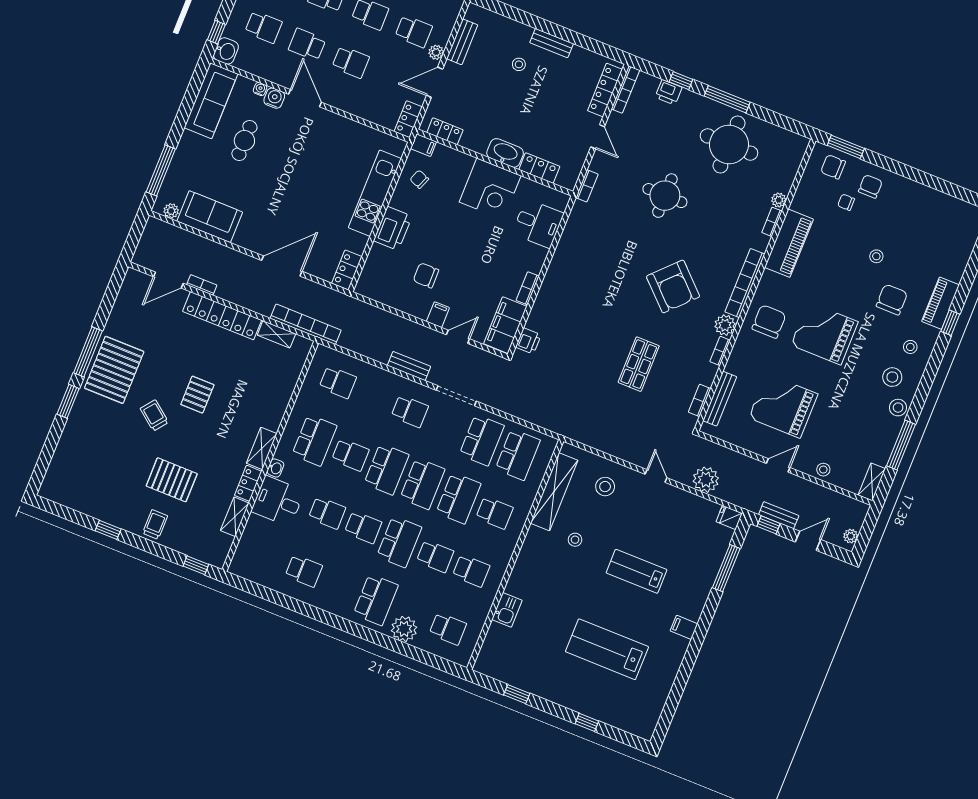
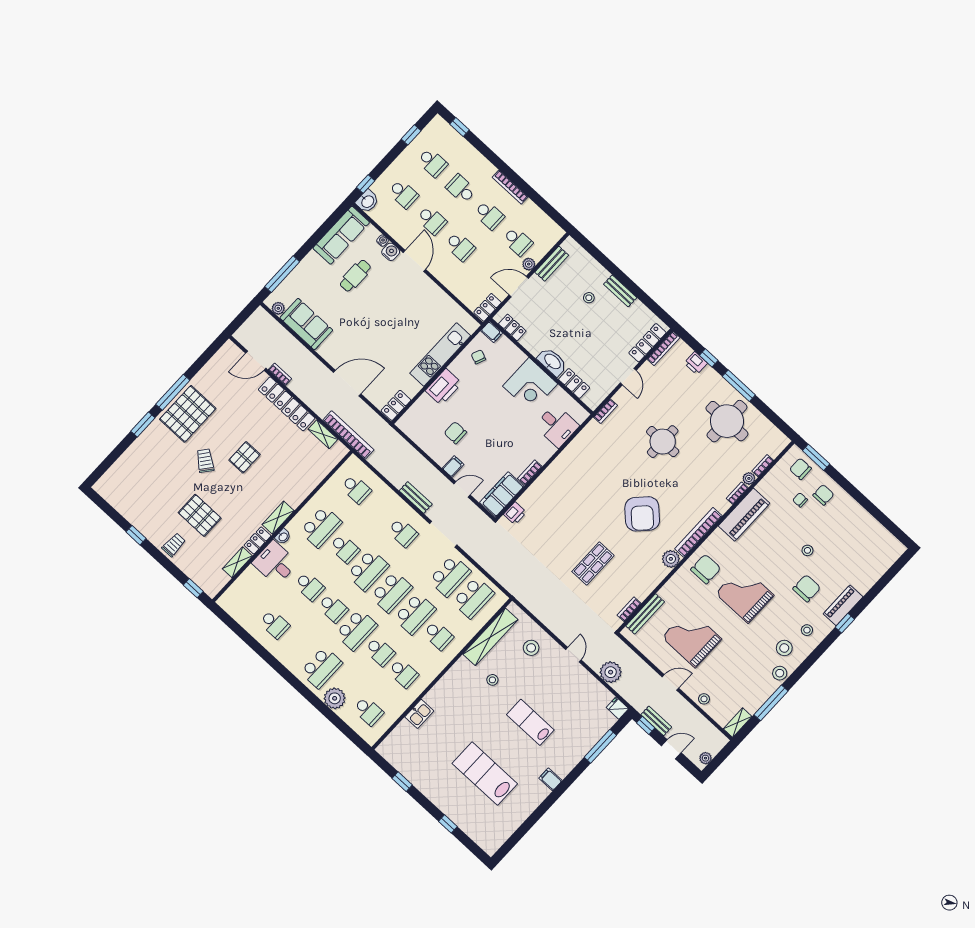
school desk: (307, 45) -> (432, 220), turned 180
bookcase: (720, 351) -> (763, 466), moved

